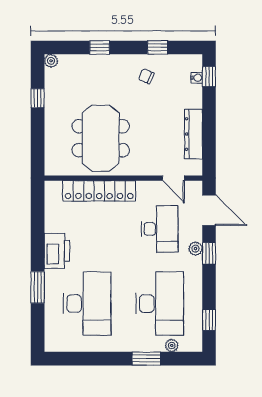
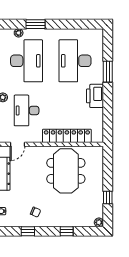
door: (173, 178) -> (17, 144), swing flipped
desk: (160, 304) -> (27, 61), turned 180

